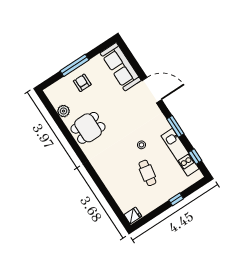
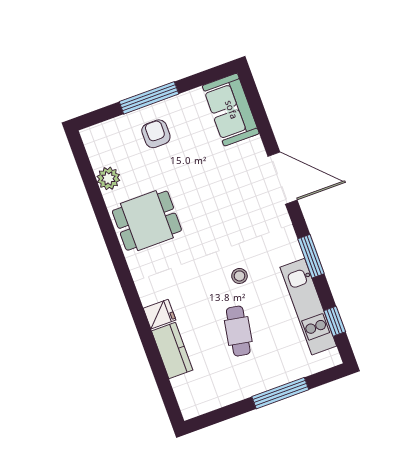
sofa: (121, 67) -> (231, 110), width x0.73
kitchen counter: (116, 191) -> (172, 350), added
window: (176, 199) -> (280, 393), width x2.17
fridge: (133, 216) -> (160, 314), moved

